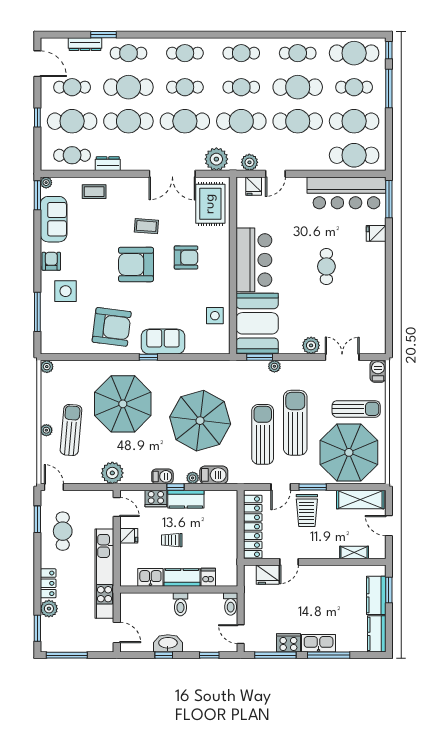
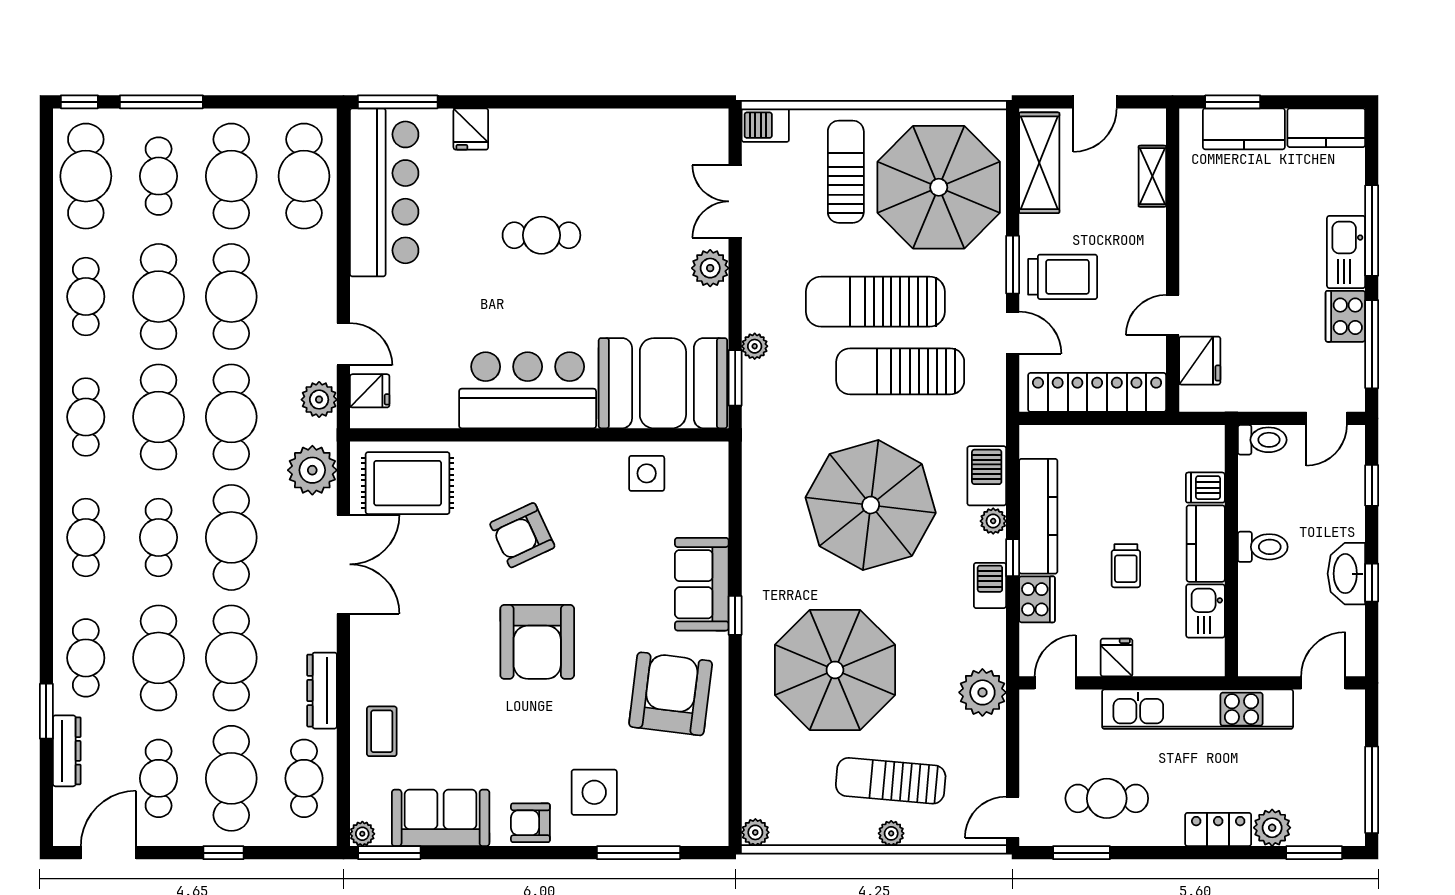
cafe table: (241, 87) -> (159, 417), width x1.37, depth x1.35
dresser: (108, 164) -> (322, 691), width x1.44
coffee table: (146, 226) -> (455, 620), removed
armchair: (186, 257) -> (522, 535), turned -115
kitchen counter: (186, 499) -> (1038, 516), width x1.50
door: (289, 562) -> (1173, 315), swing flipped

